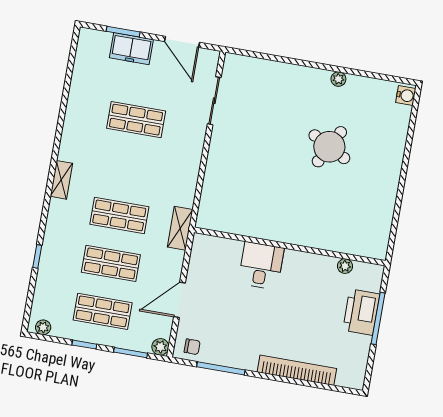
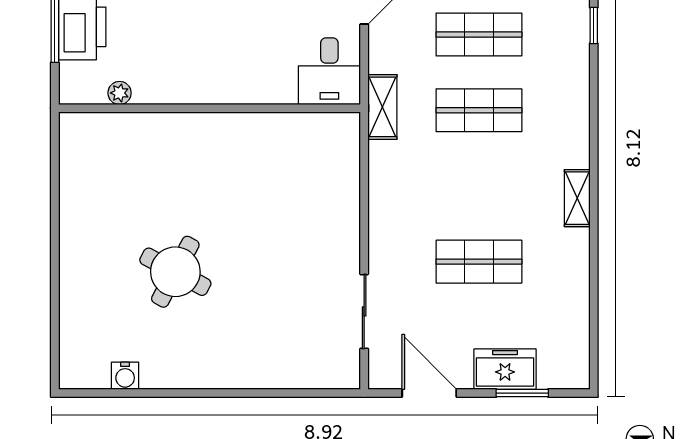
plant: (338, 79) -> (180, 378), removed
water cooler: (406, 95) -> (125, 376), moved, turned -90
shelving: (61, 180) -> (577, 198), moved
desk: (261, 266) -> (329, 71), moved

